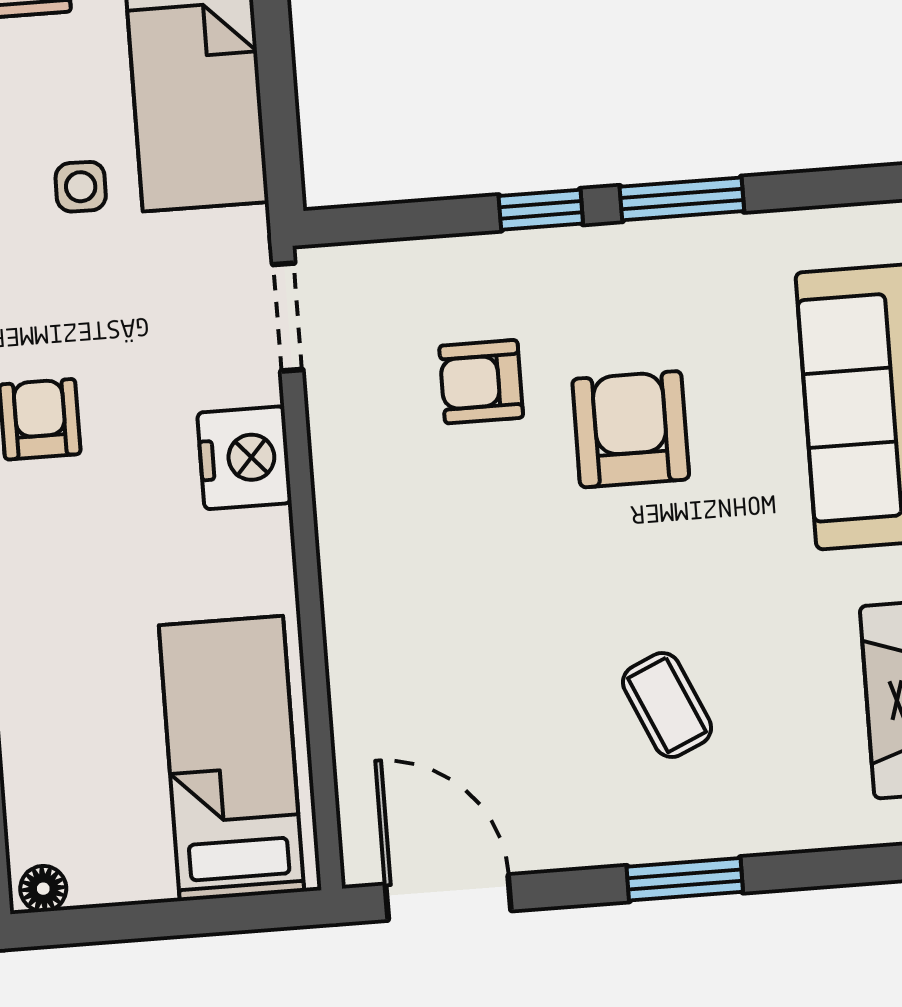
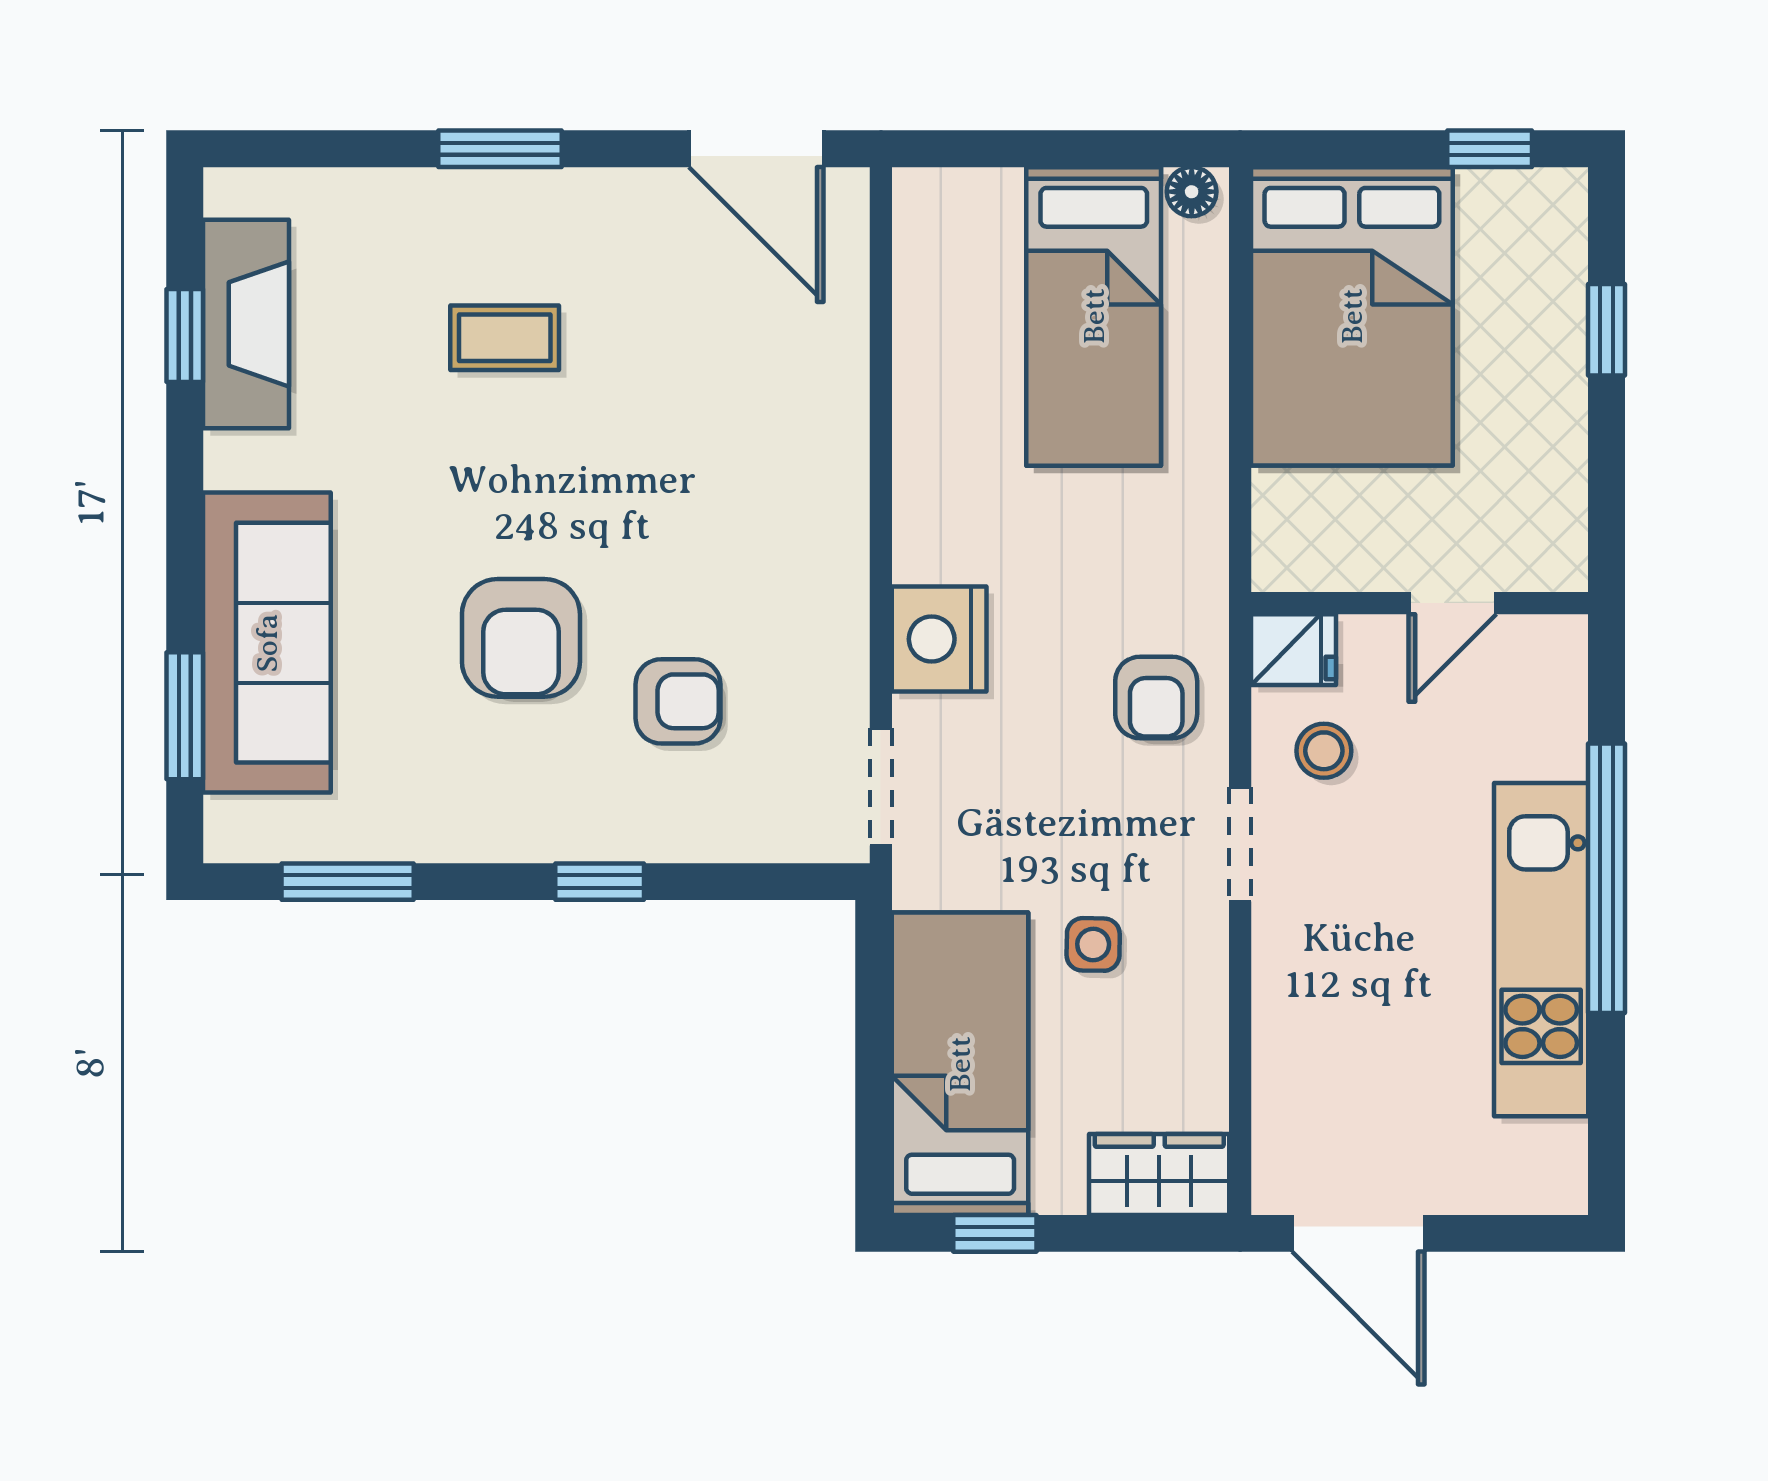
window: (682, 199) -> (348, 882), moved
coffee table: (667, 705) -> (505, 338), turned -66
bed: (231, 758) -> (1094, 316), moved

